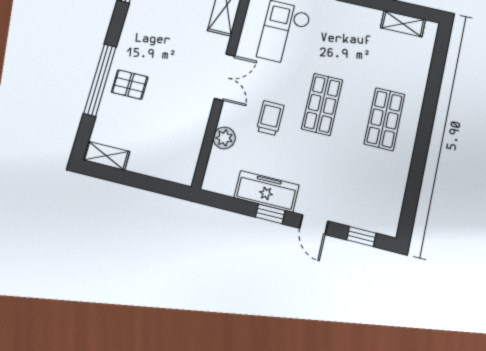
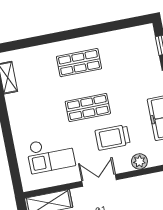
trolley: (270, 118) -> (113, 137), width x1.36, depth x1.39

